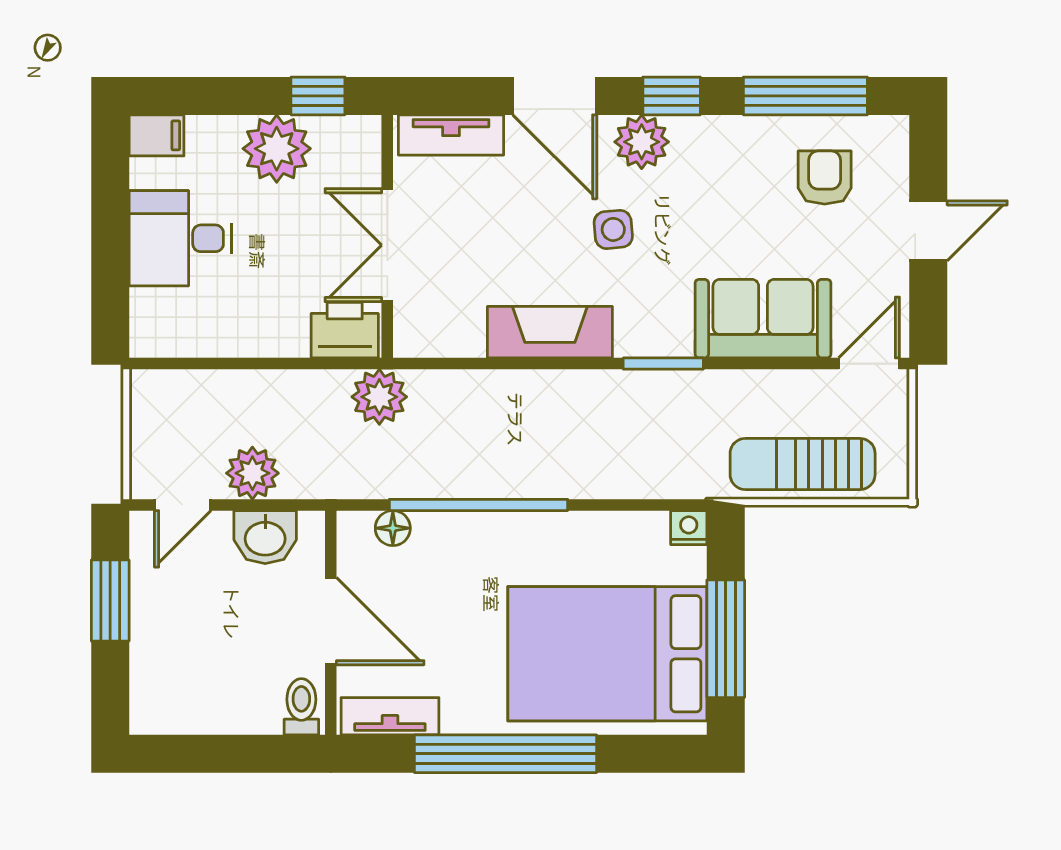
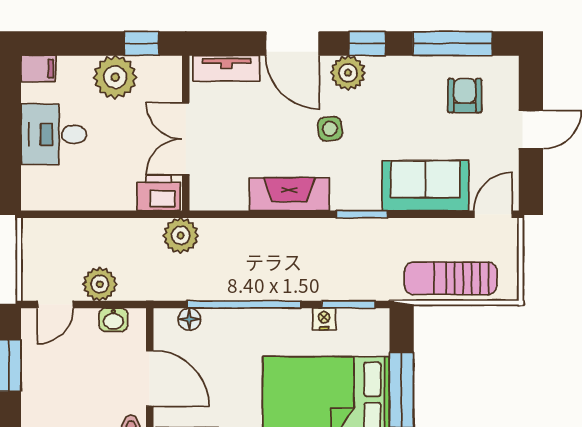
window: (642, 505) -> (349, 304), added
nightstand: (689, 528) -> (324, 319), moved
washbasin: (265, 537) -> (113, 320), width x0.72, depth x0.69

